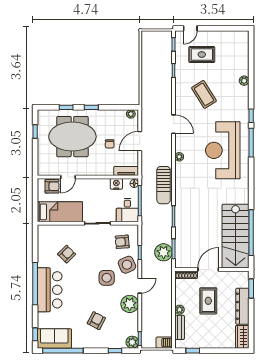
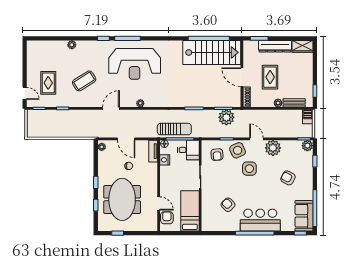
sun lounger: (164, 185) -> (174, 129), moved
rug: (208, 301) -> (270, 77), turned 90

